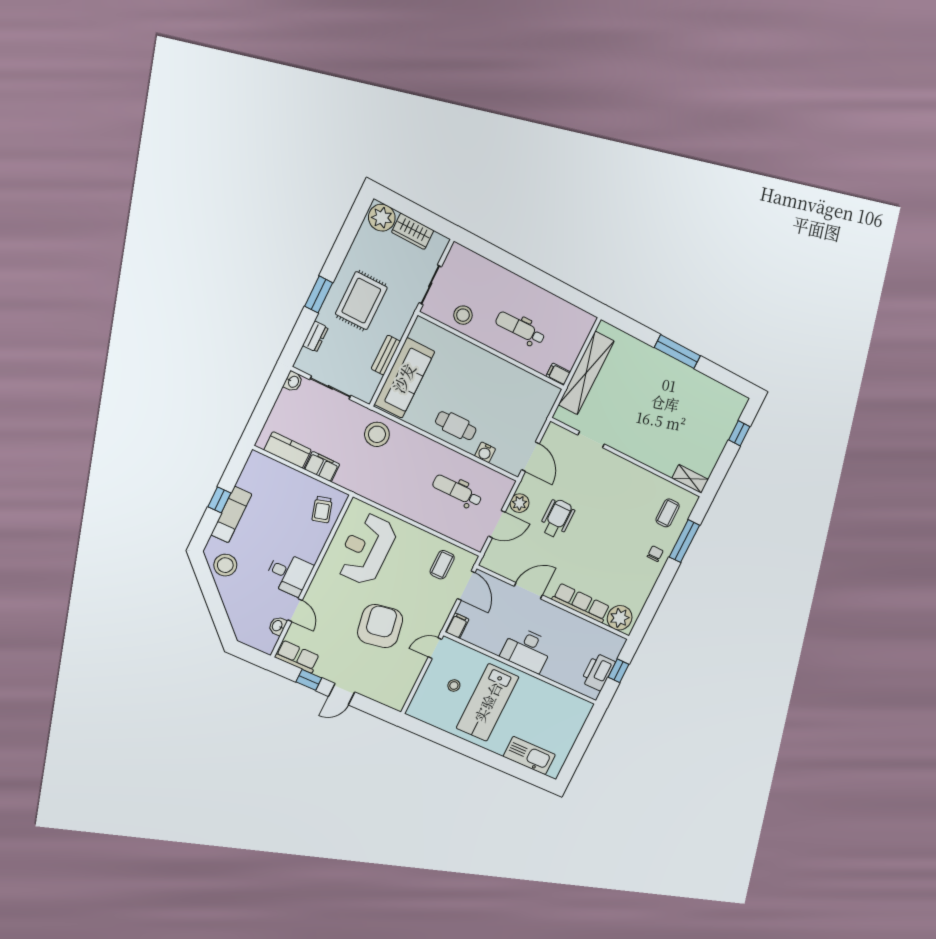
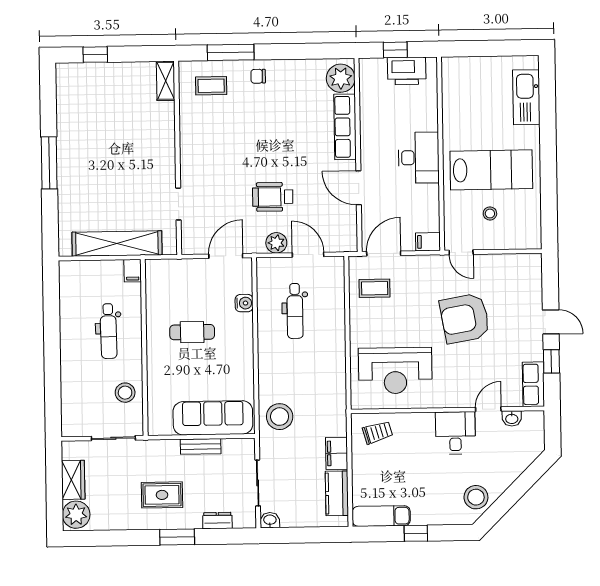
rug: (361, 301) -> (162, 495), width x0.73, depth x0.70
cafe table: (456, 426) -> (192, 332), moved, turned 90
exam couch: (231, 514) -> (381, 516), moved

